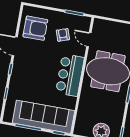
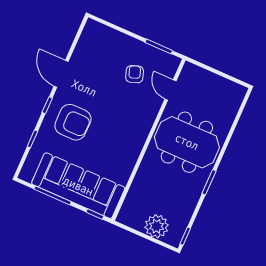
armchair: (35, 28) -> (73, 122), moved
bar counter: (70, 75) -> (131, 135), removed

